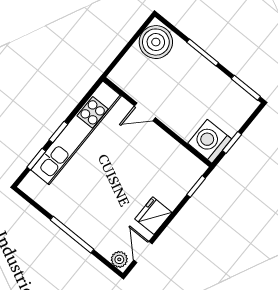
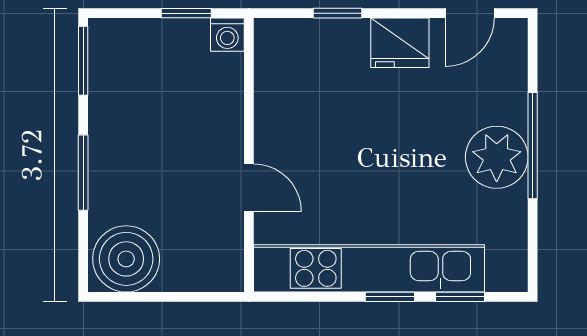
washing machine: (210, 141) -> (227, 35), width x0.53, depth x0.53
window: (196, 186) -> (337, 13), moved
plant: (119, 259) -> (497, 157), moved, width x1.87, depth x1.87

